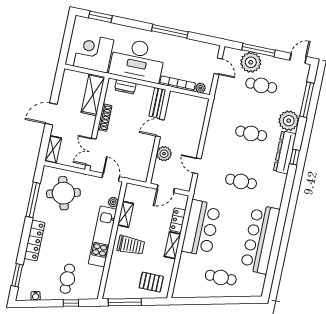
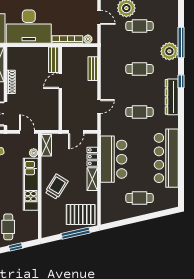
dresser: (125, 87) -> (23, 52), removed
window: (307, 100) -> (181, 43), moved
bench: (199, 122) -> (93, 69), added
dresser: (285, 152) -> (172, 97), moved
plant: (164, 154) -> (68, 102), removed
door: (197, 166) -> (99, 107), swing flipped
shelving: (126, 214) -> (46, 145), moved
trolley: (131, 245) -> (57, 187), turned -58
pallet: (151, 282) -> (81, 215), width x1.50, depth x1.42
window: (125, 302) -> (76, 233), moved

